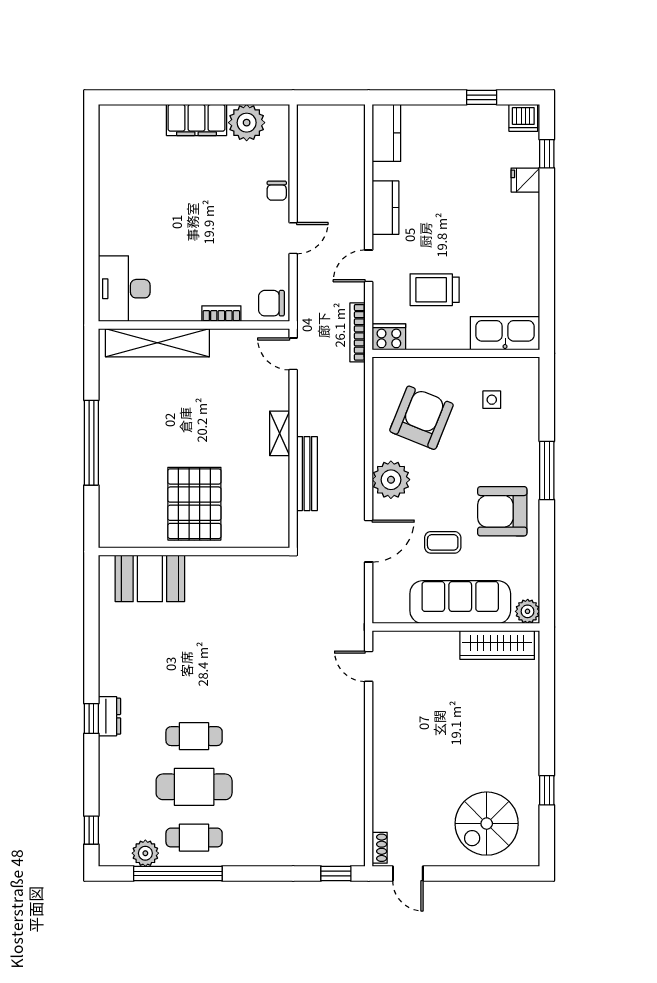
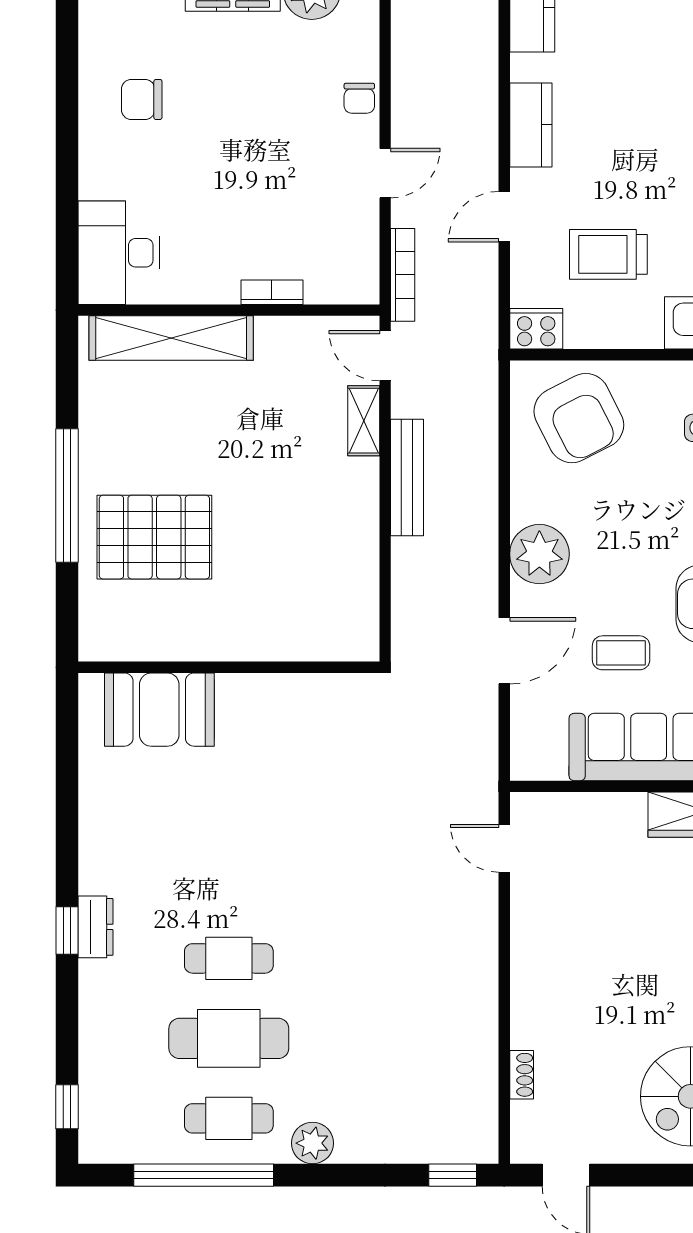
chair: (271, 303) -> (142, 99), moved
bookcase: (358, 332) -> (403, 275), moved, turned 180
armchair: (422, 418) -> (579, 418), moved, turned 131
shelving: (280, 433) -> (364, 421), moved
bench: (307, 474) -> (407, 478), moved
pallet: (194, 504) -> (154, 537), moved, turned 90
shoe rack: (380, 848) -> (522, 1075), moved
plant: (145, 853) -> (312, 1143), moved

